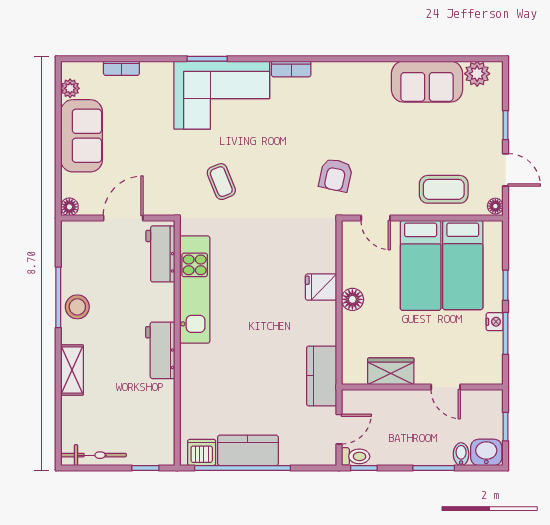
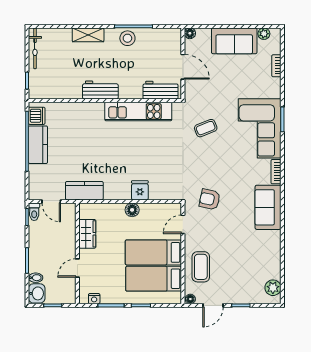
sofa: (427, 82) -> (268, 207), moved
nightstand: (495, 322) -> (94, 299), moved

